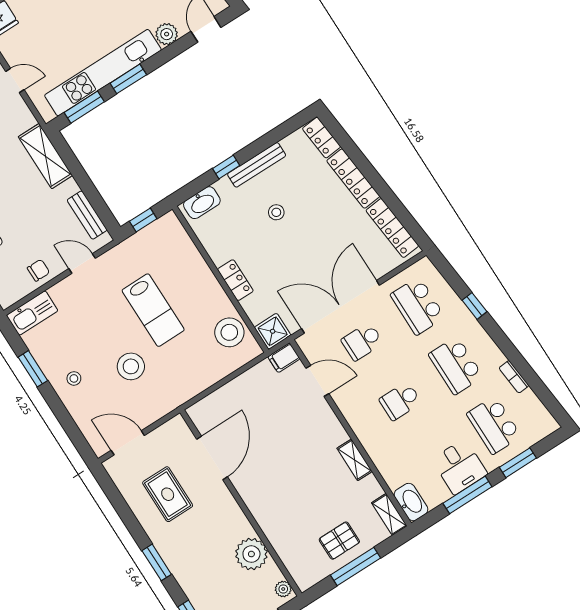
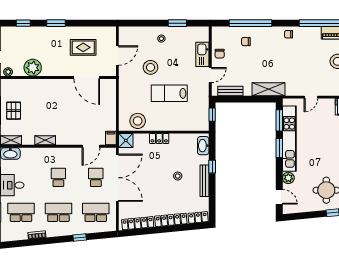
kitchen sink: (32, 313) -> (202, 54), moved
door: (128, 443) -> (117, 56), moved

